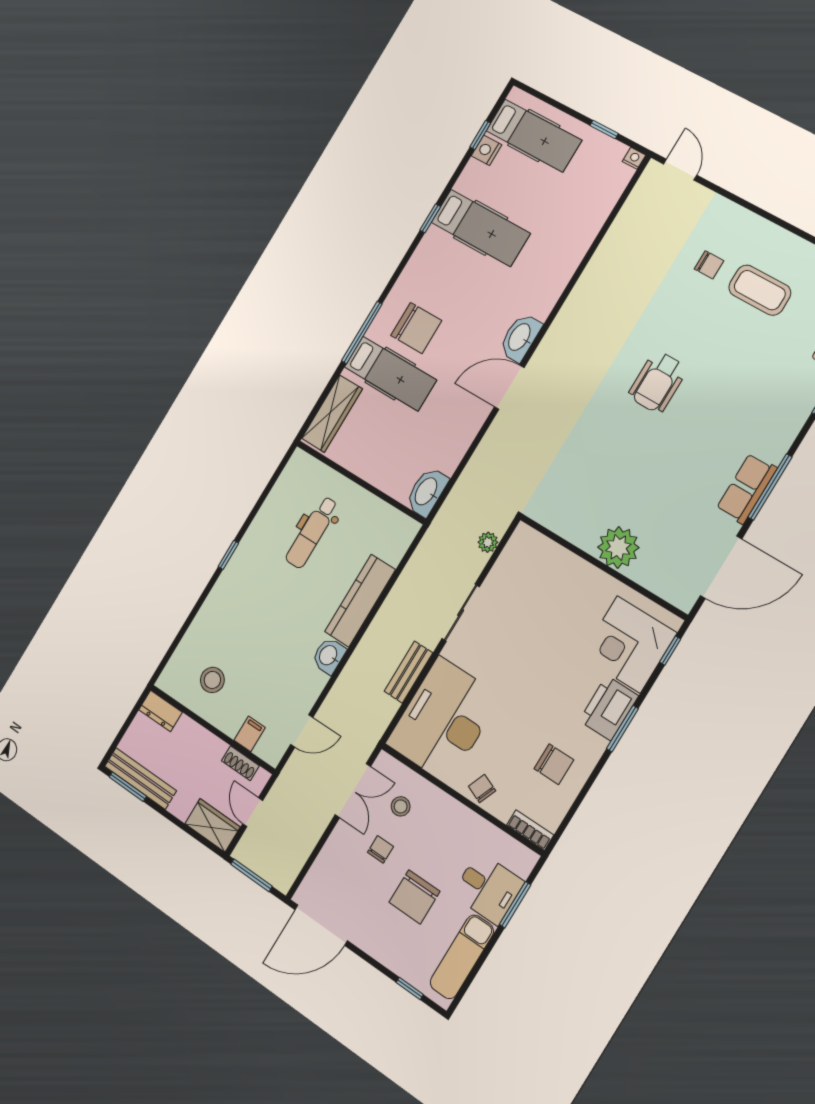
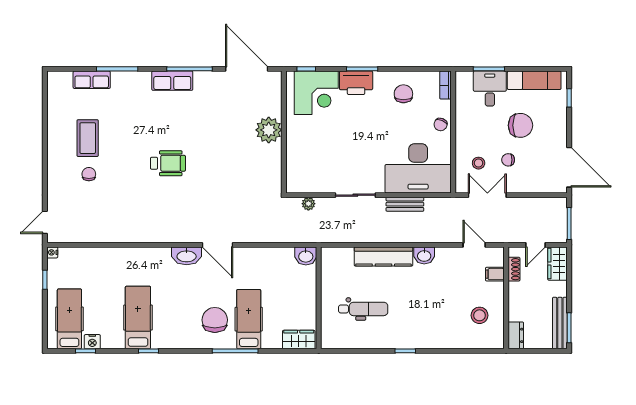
wardrobe: (332, 414) -> (299, 340), width x0.67
row of seats: (747, 488) -> (172, 81), moved
washbasin: (427, 492) -> (306, 256), width x0.72

